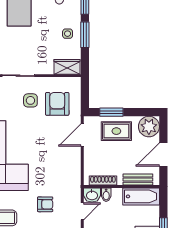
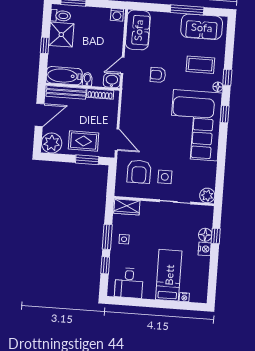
door: (82, 135) -> (117, 140), hinge flipped
bench: (138, 180) -> (66, 92), width x1.36
bidet: (106, 195) -> (87, 79), moved

